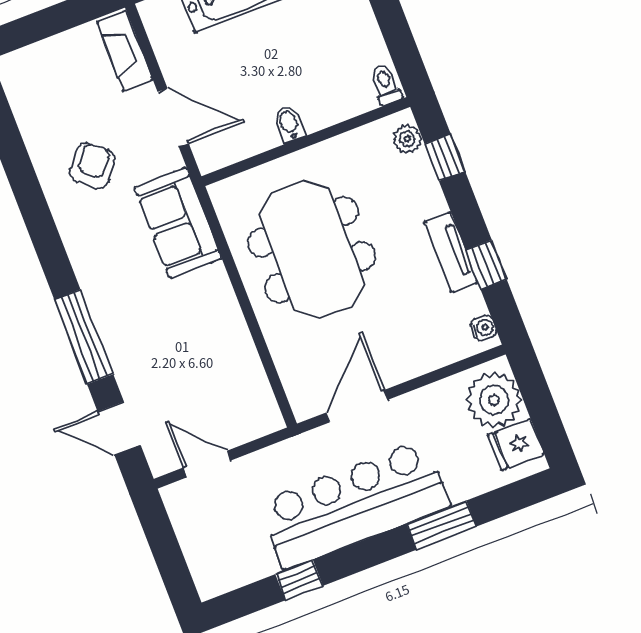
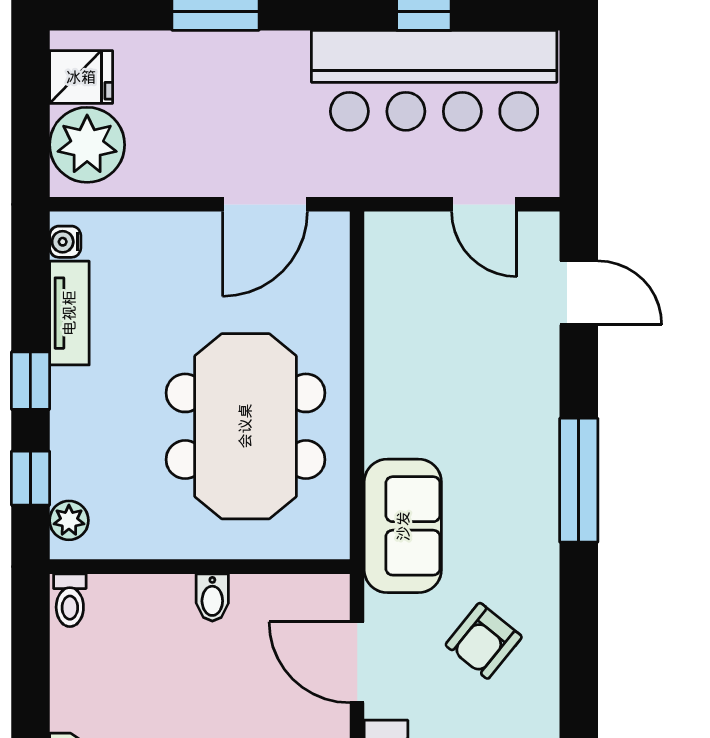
tv unit: (451, 252) -> (69, 313), moved
window: (486, 265) -> (30, 381), moved
window: (84, 337) -> (579, 480), moved
bar counter: (354, 504) -> (434, 80), moved

